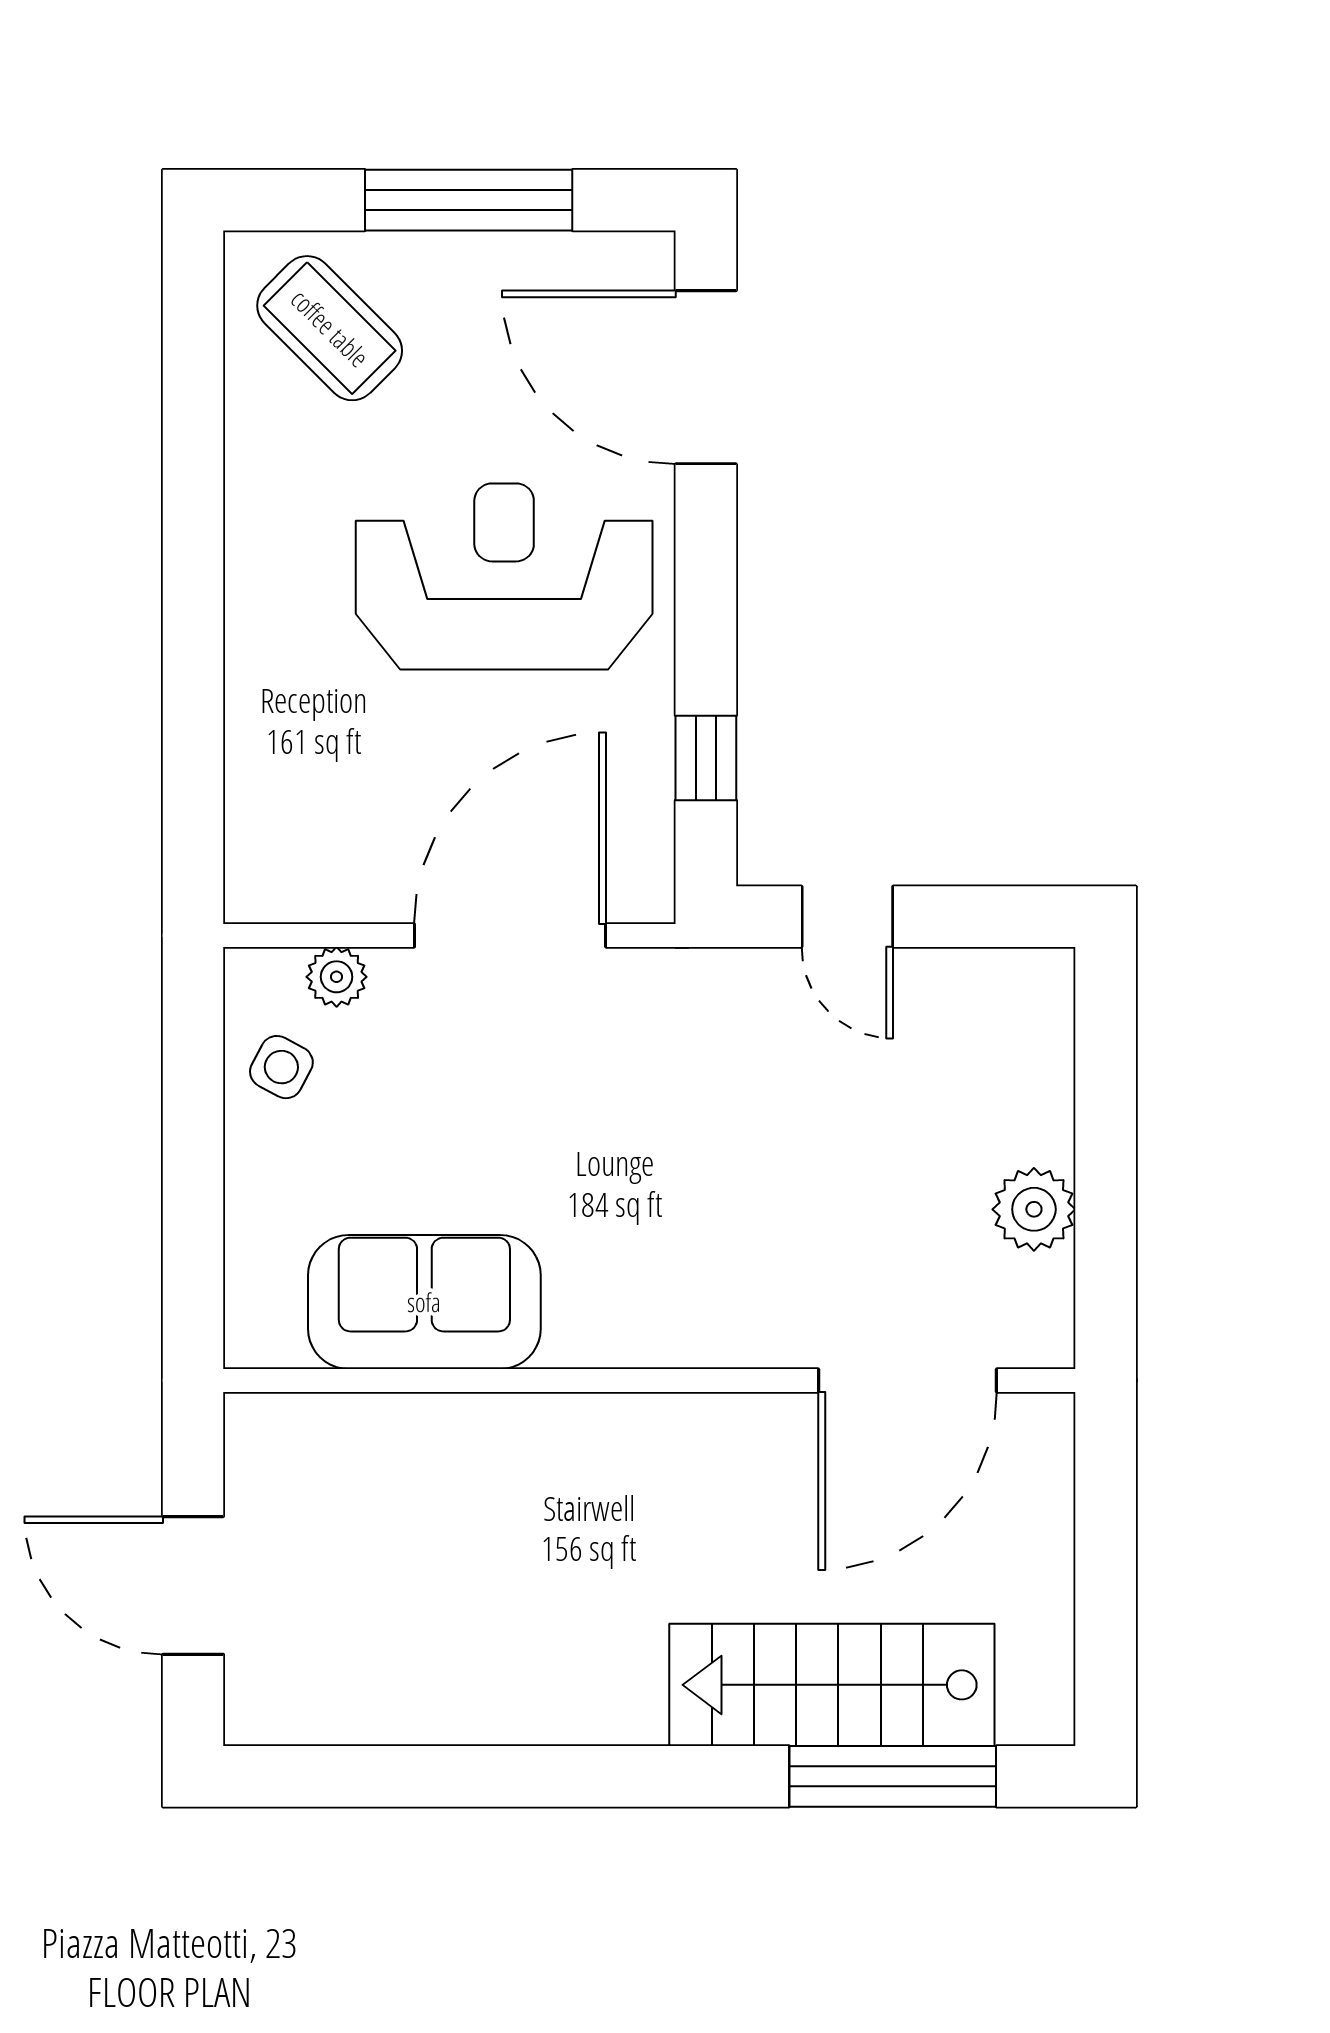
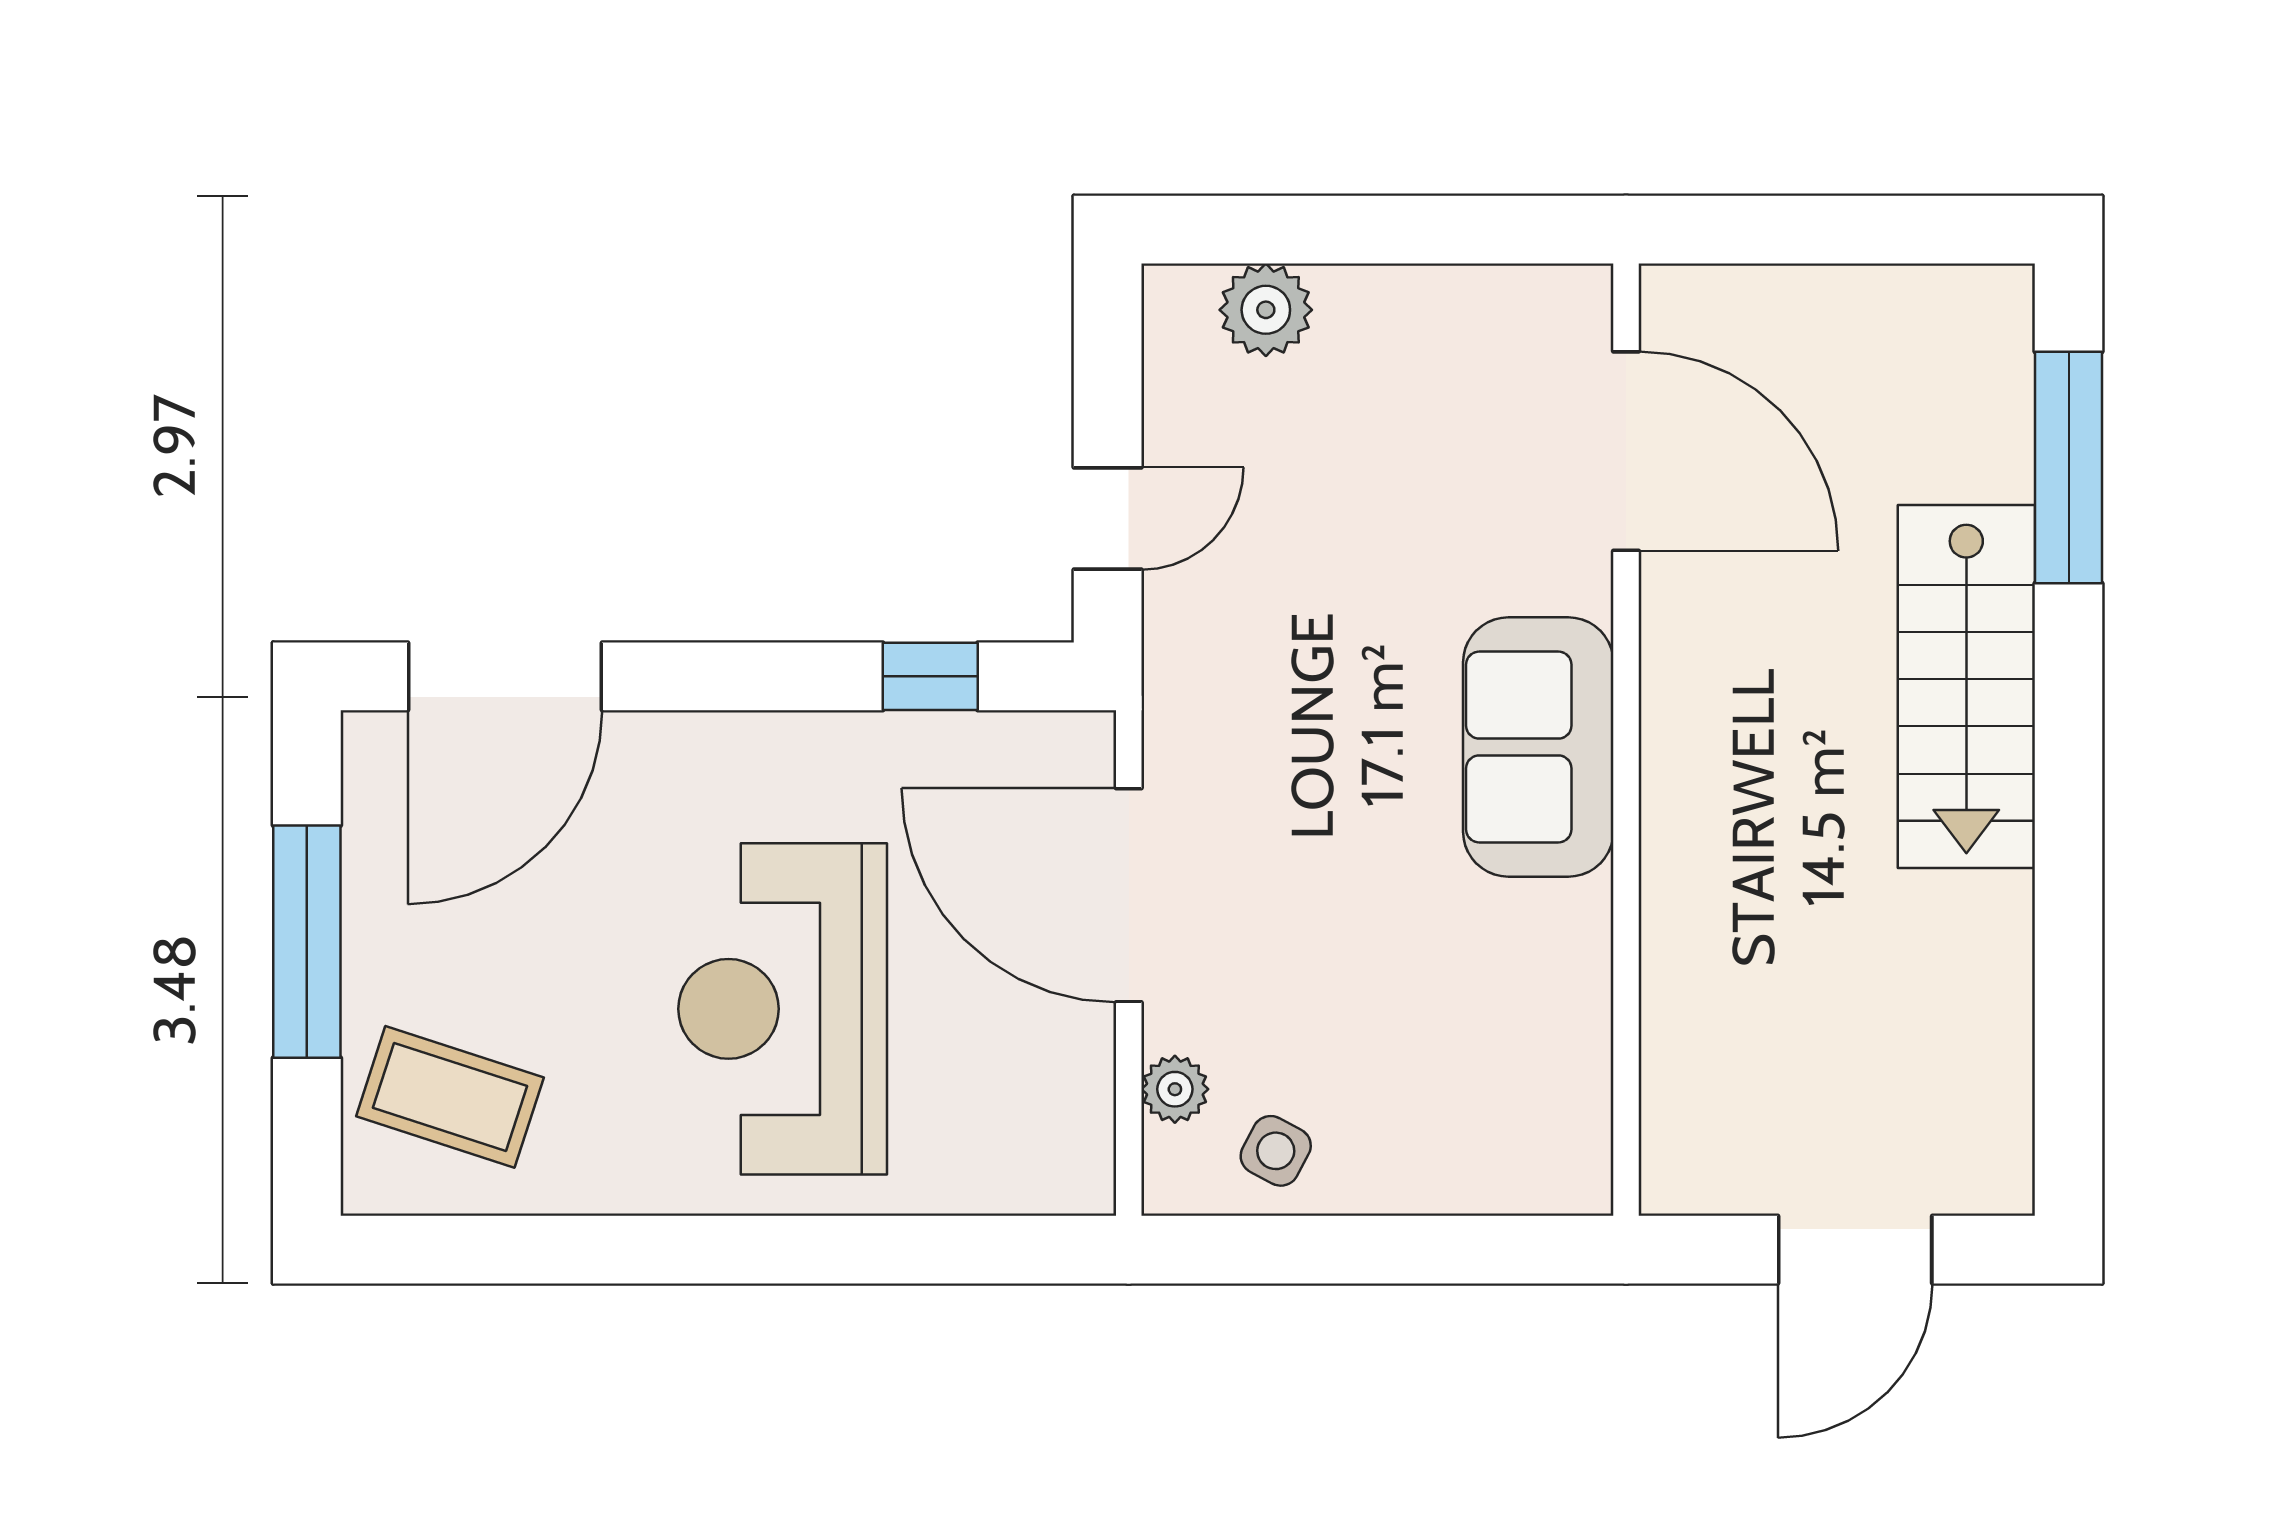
coffee table: (330, 328) -> (450, 1097), turned 63
reception desk: (504, 577) -> (783, 1009), moved
plant: (1034, 1209) -> (1266, 310), moved
sofa: (424, 1302) -> (1538, 747), moved
stairs: (832, 1685) -> (1966, 686), moved

